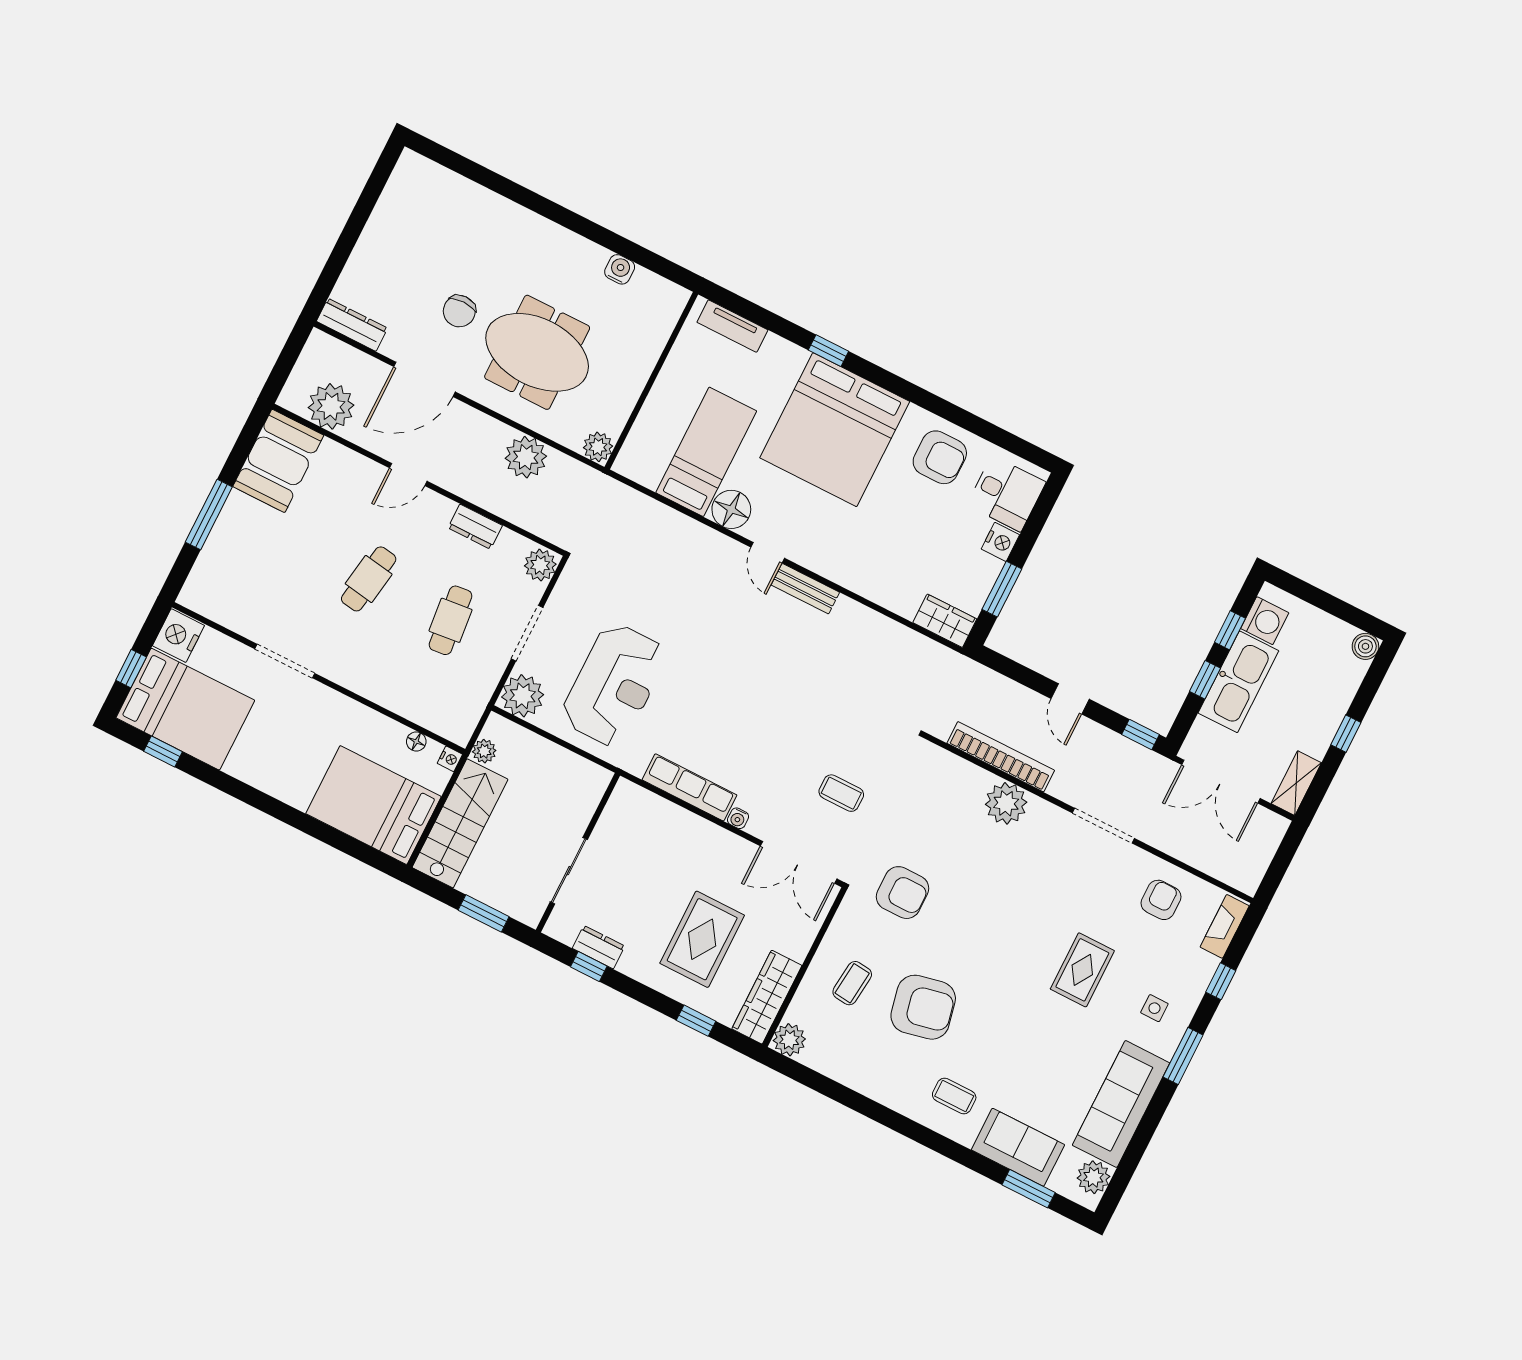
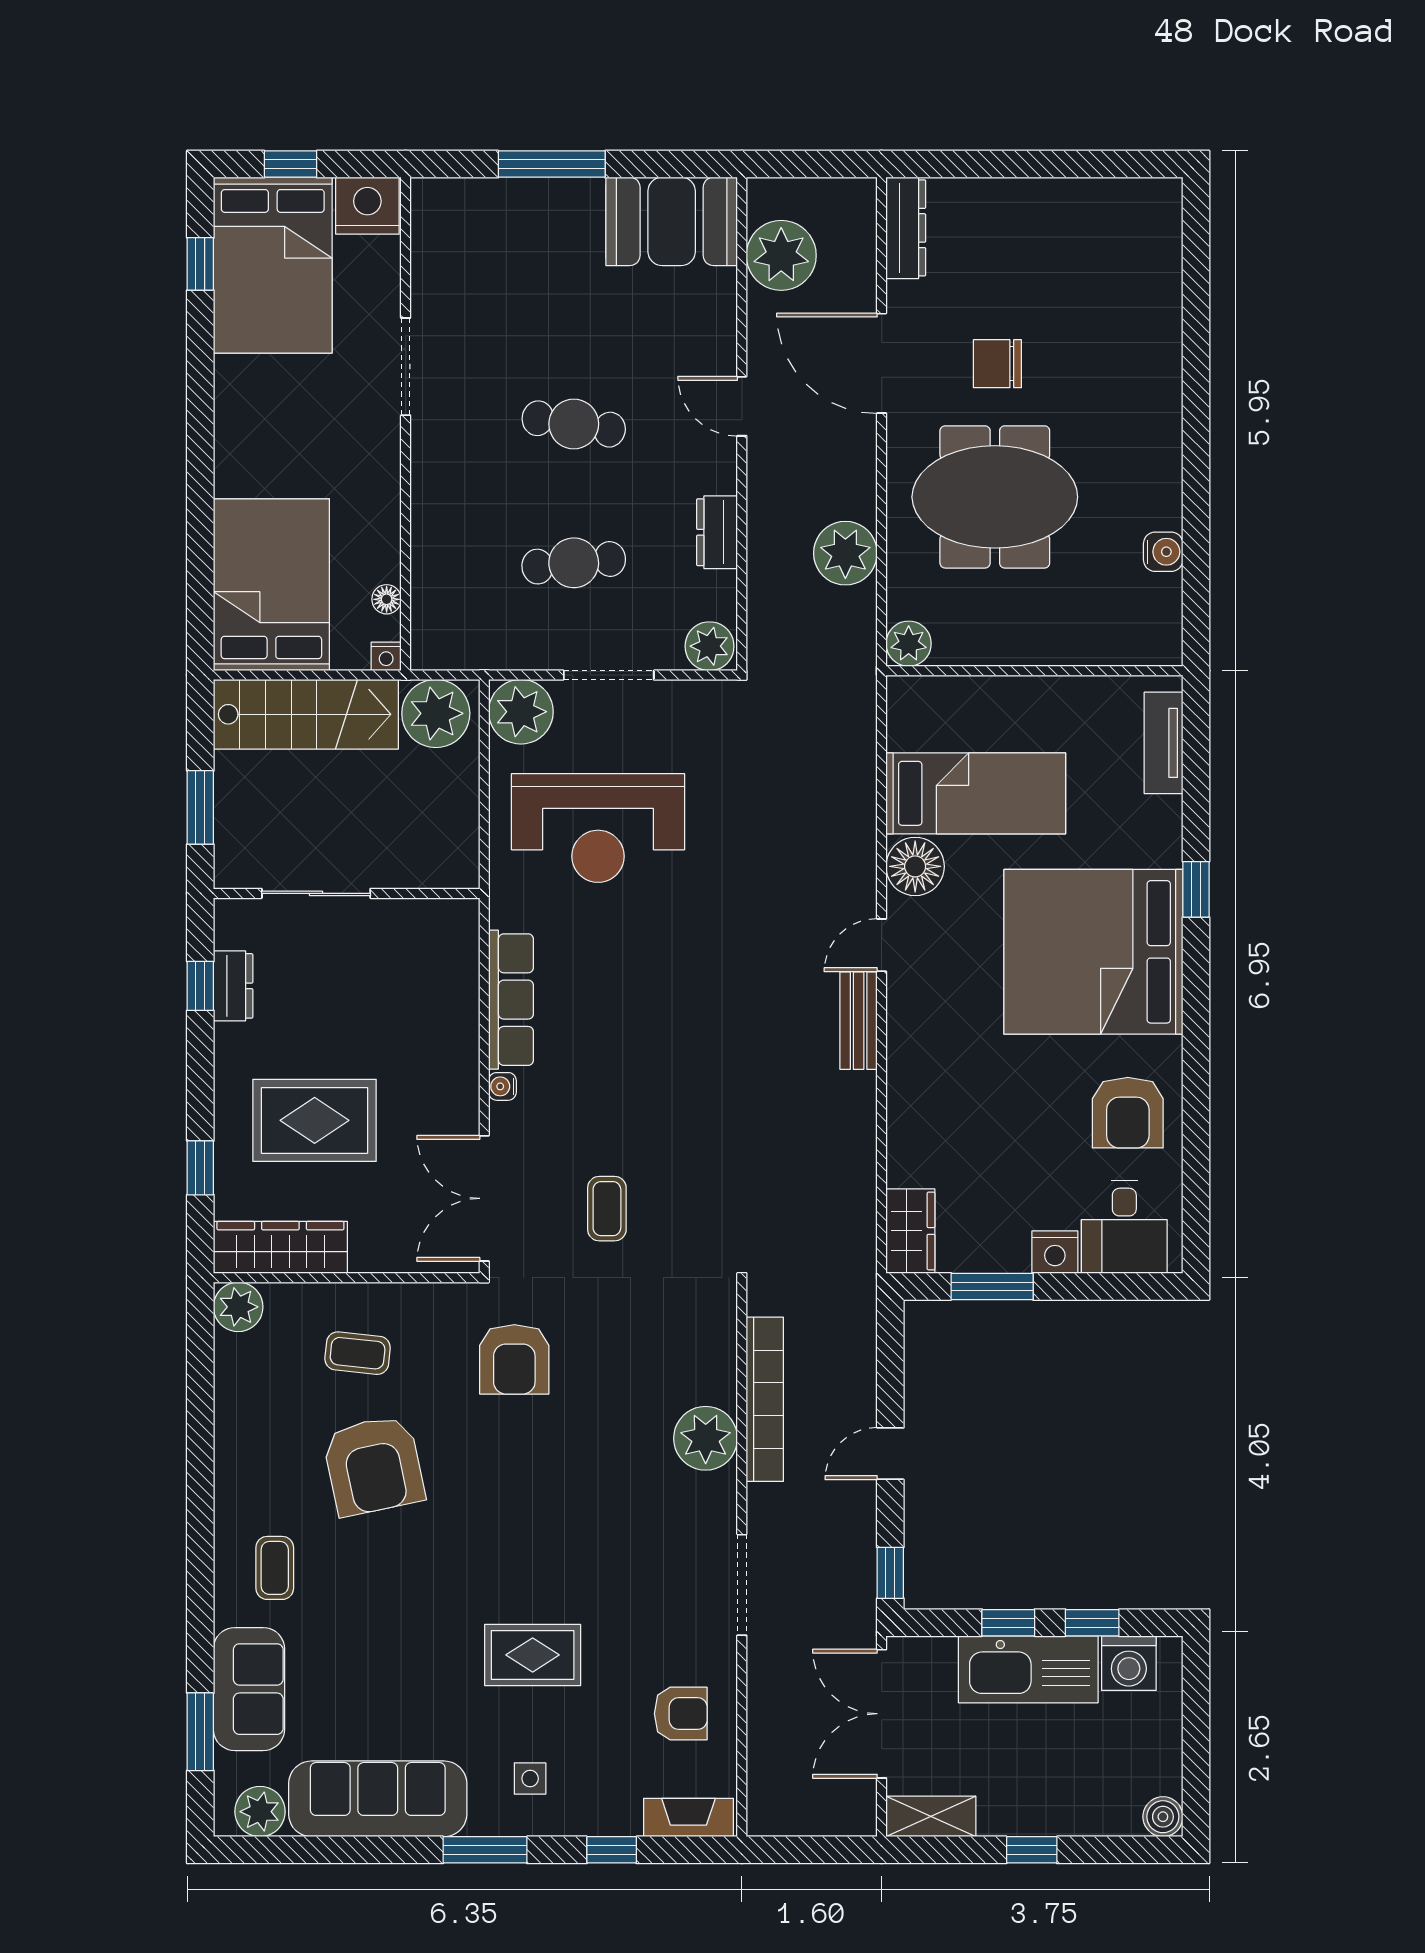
meeting table: (537, 352) -> (995, 497), turned 90
plant: (484, 751) -> (436, 713), width x1.88, depth x1.88

